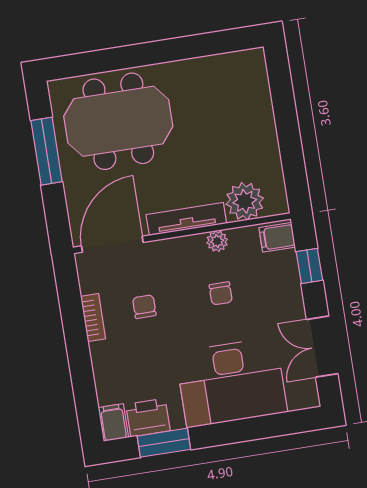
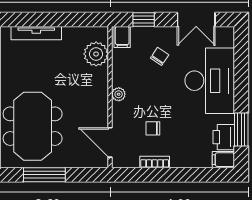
tv unit: (186, 219) -> (36, 33), moved, turned -90
plant: (217, 241) -> (119, 94), moved
door: (112, 244) -> (110, 142), width x0.73
chair: (221, 293) -> (160, 56), moved, turned -56

